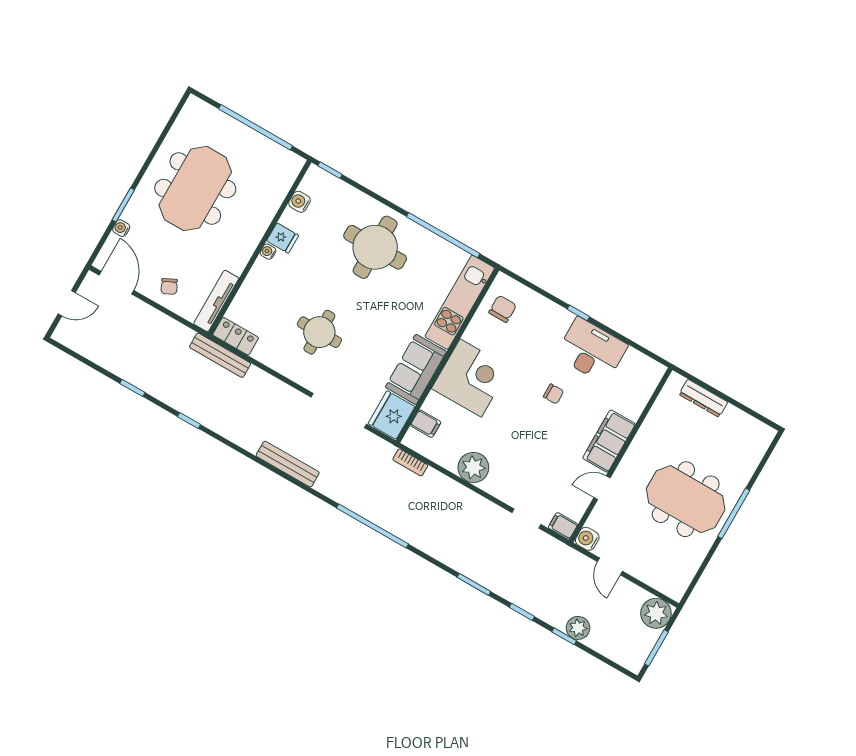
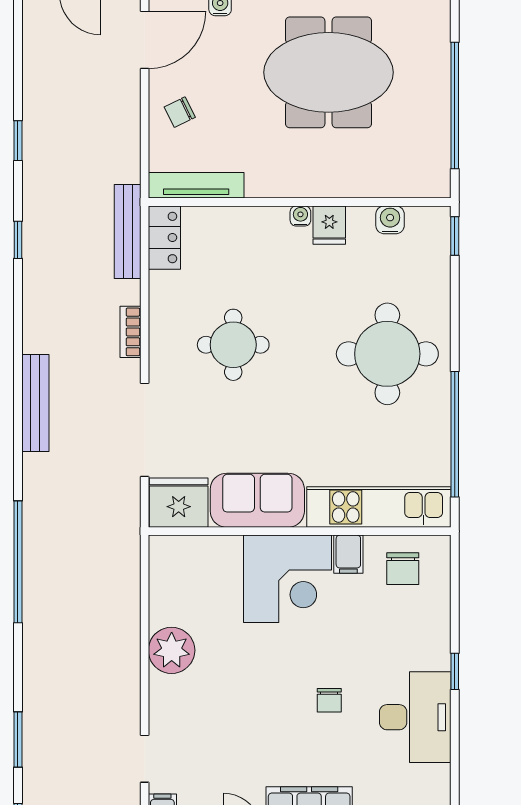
chair: (503, 309) -> (403, 569), turned 90
filing cabinet: (426, 424) -> (348, 554), moved
bookcase: (410, 462) -> (130, 332), moved

